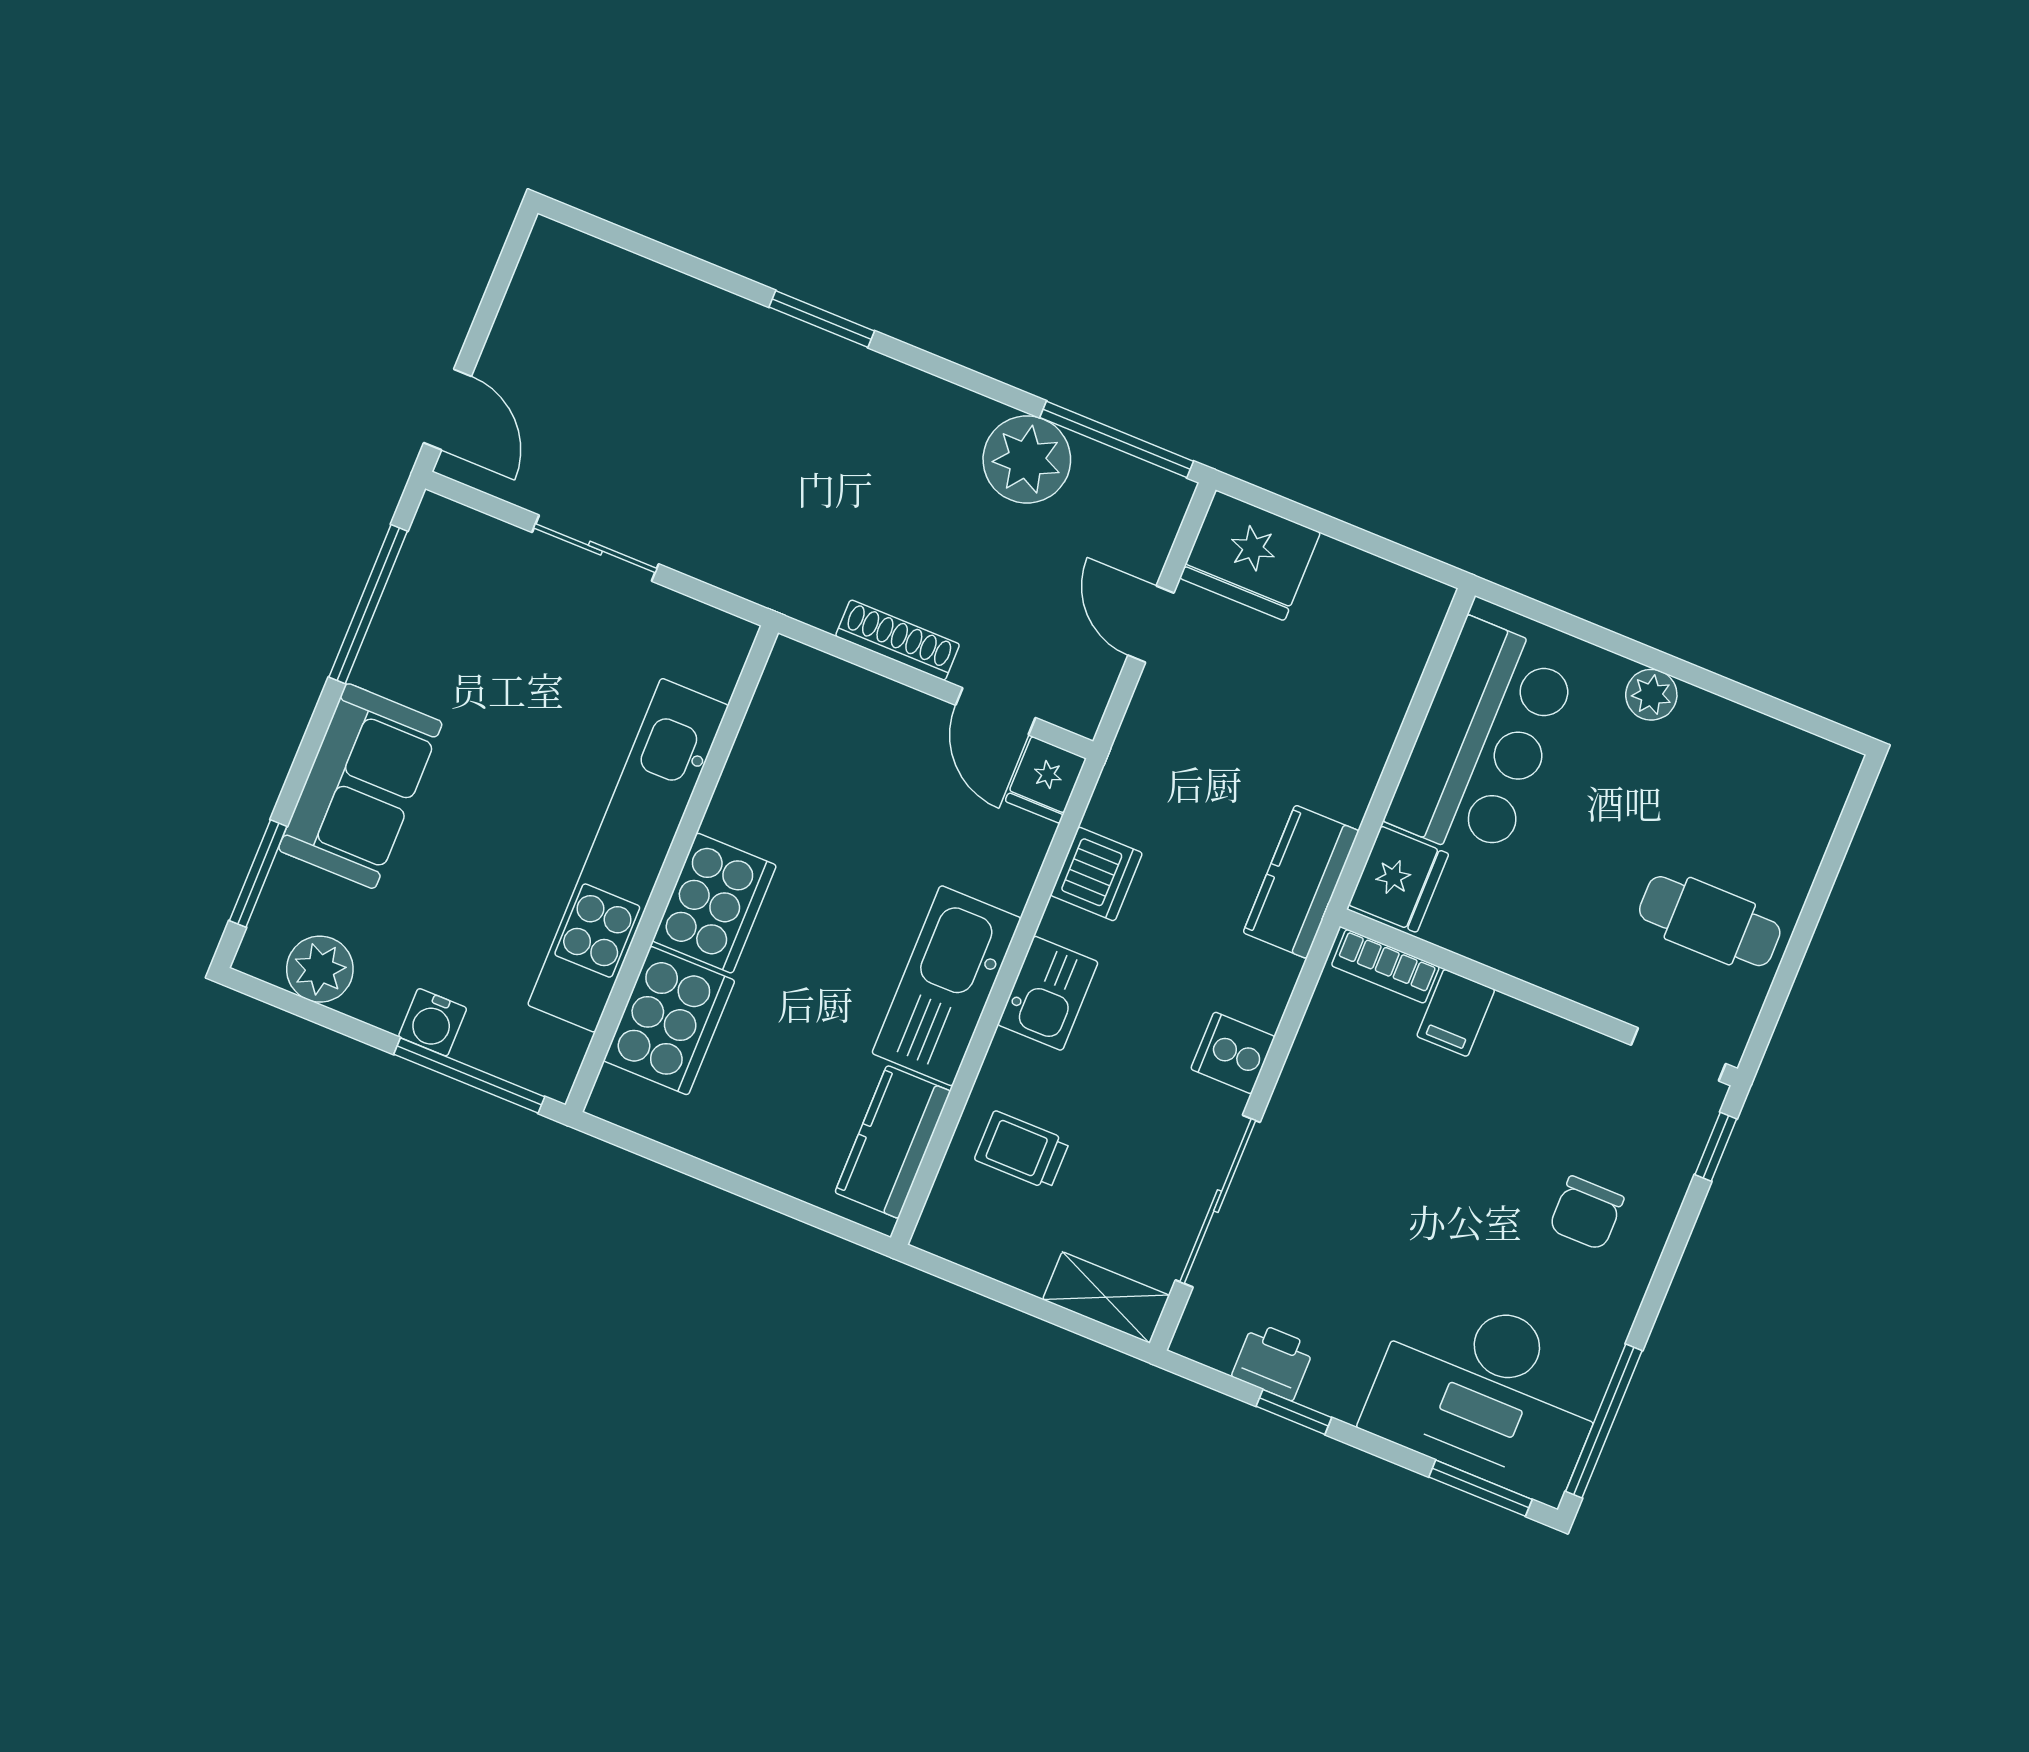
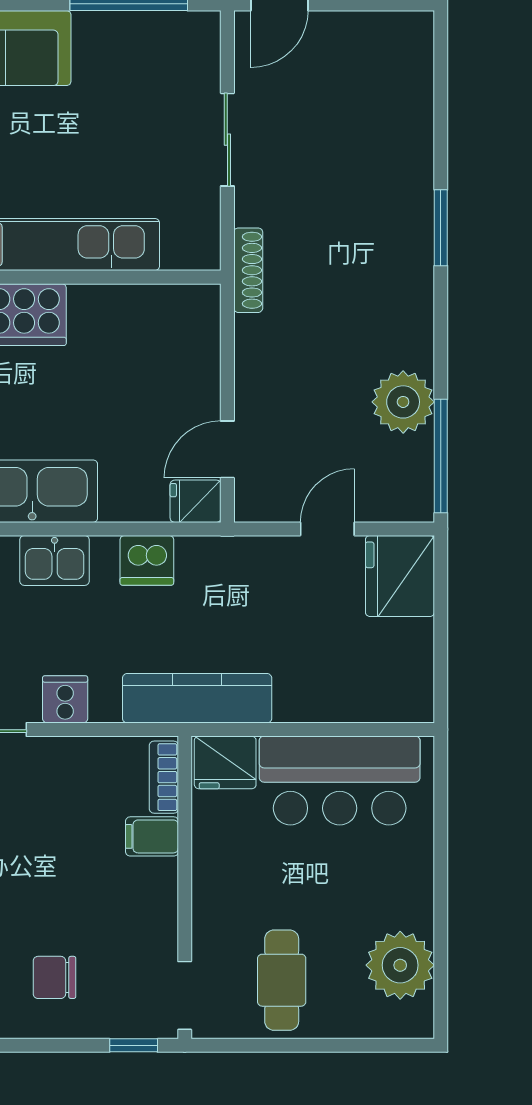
shoe rack: (898, 640) -> (248, 270), moved
plant: (1651, 695) -> (400, 965), moved, width x1.87, depth x1.87
kitchen counter: (1301, 882) -> (197, 698), width x1.50

